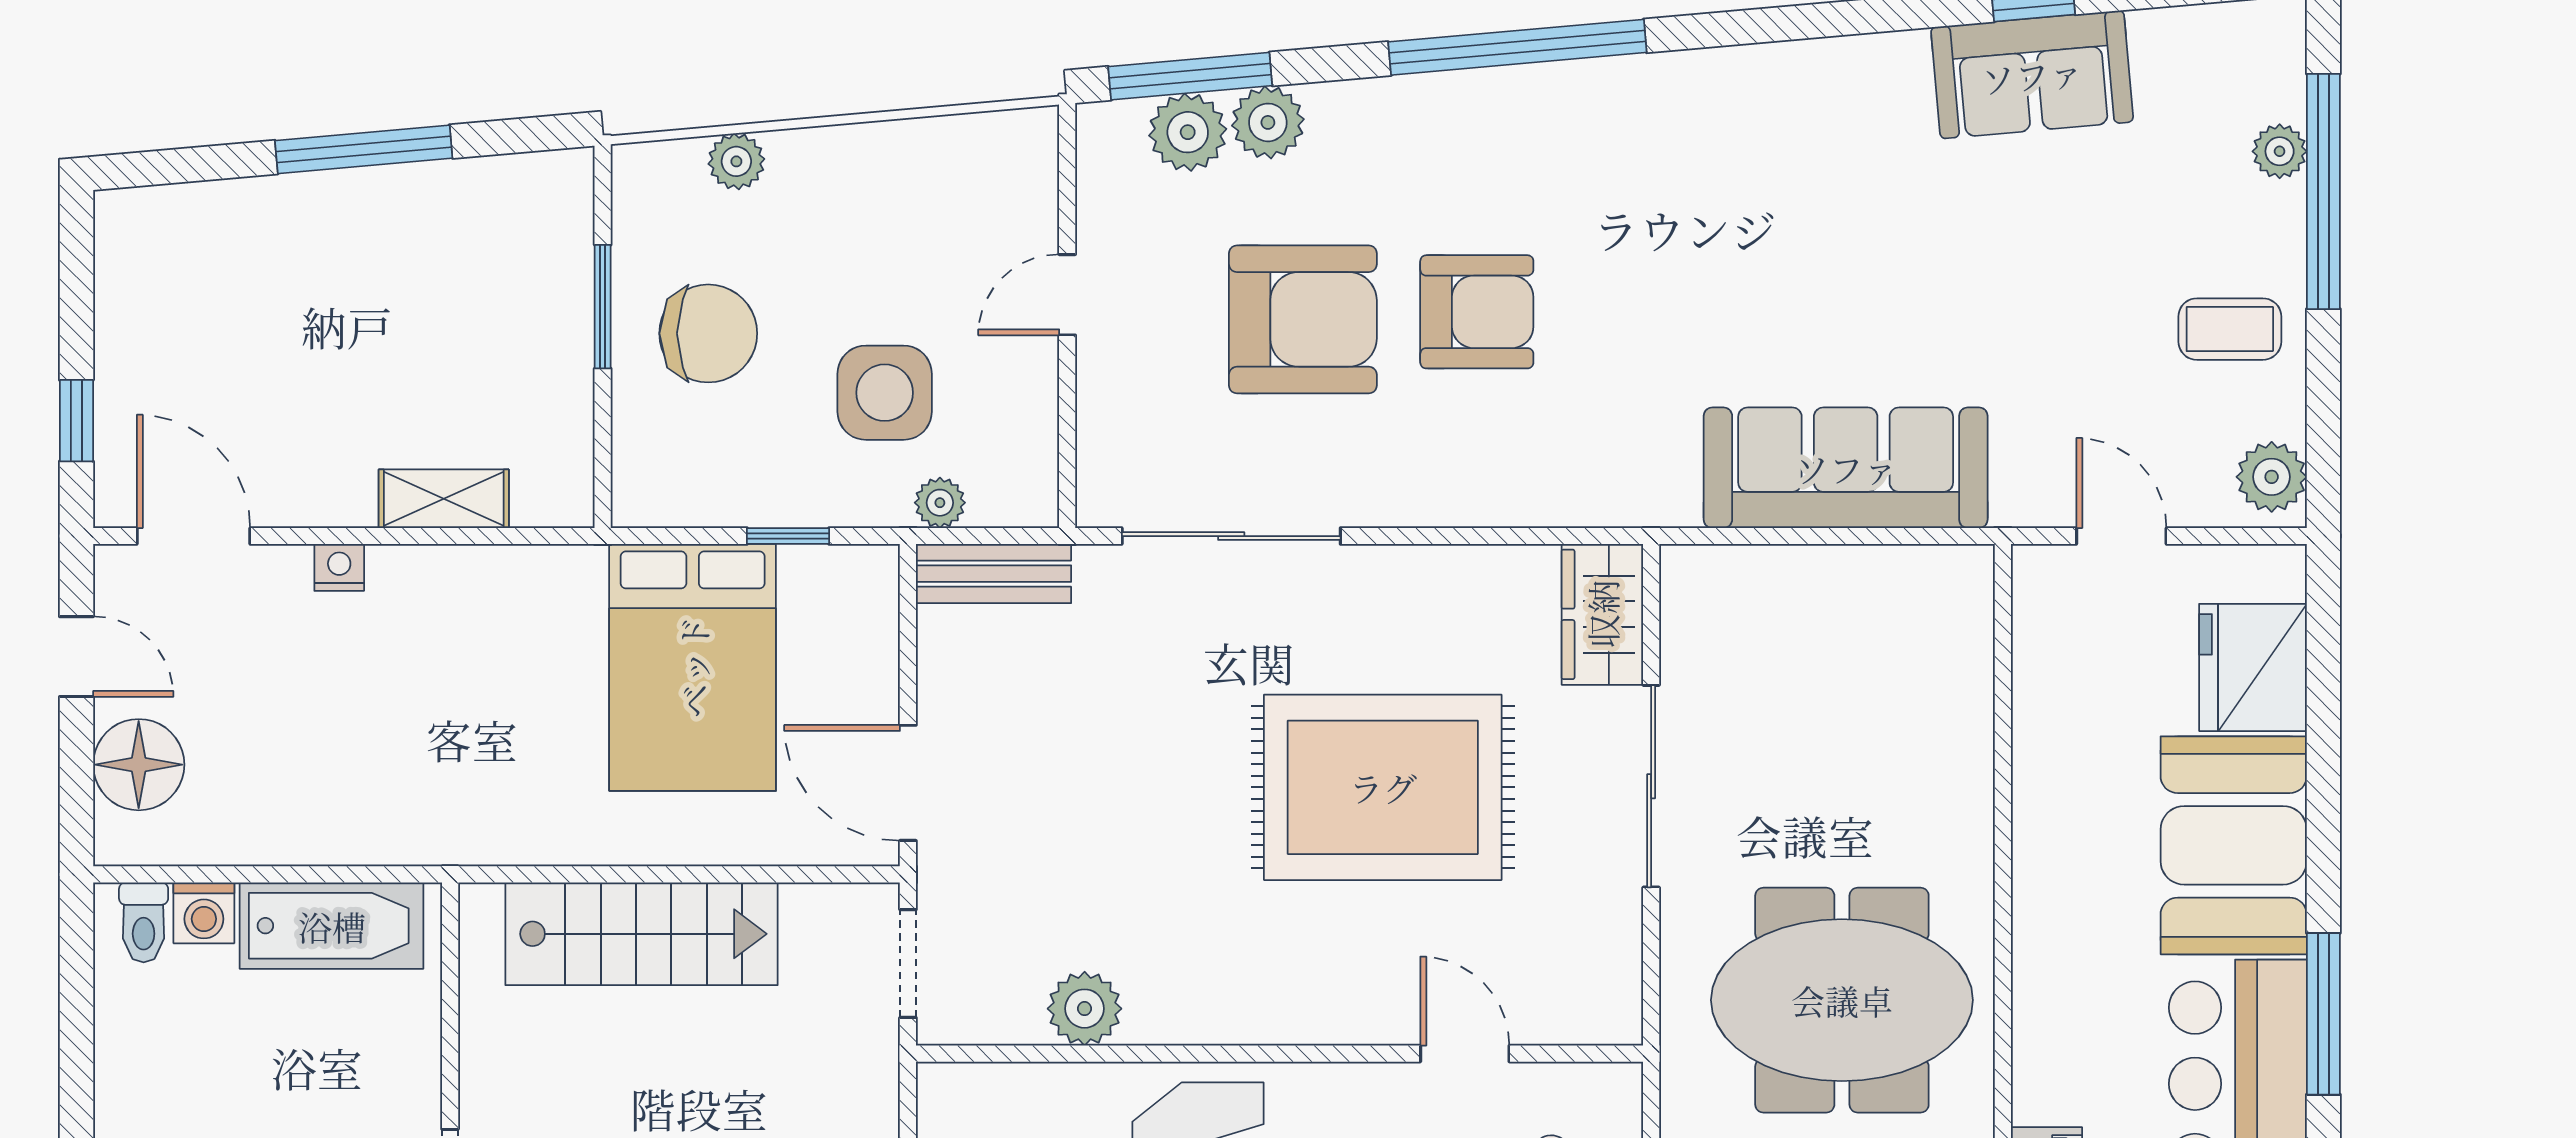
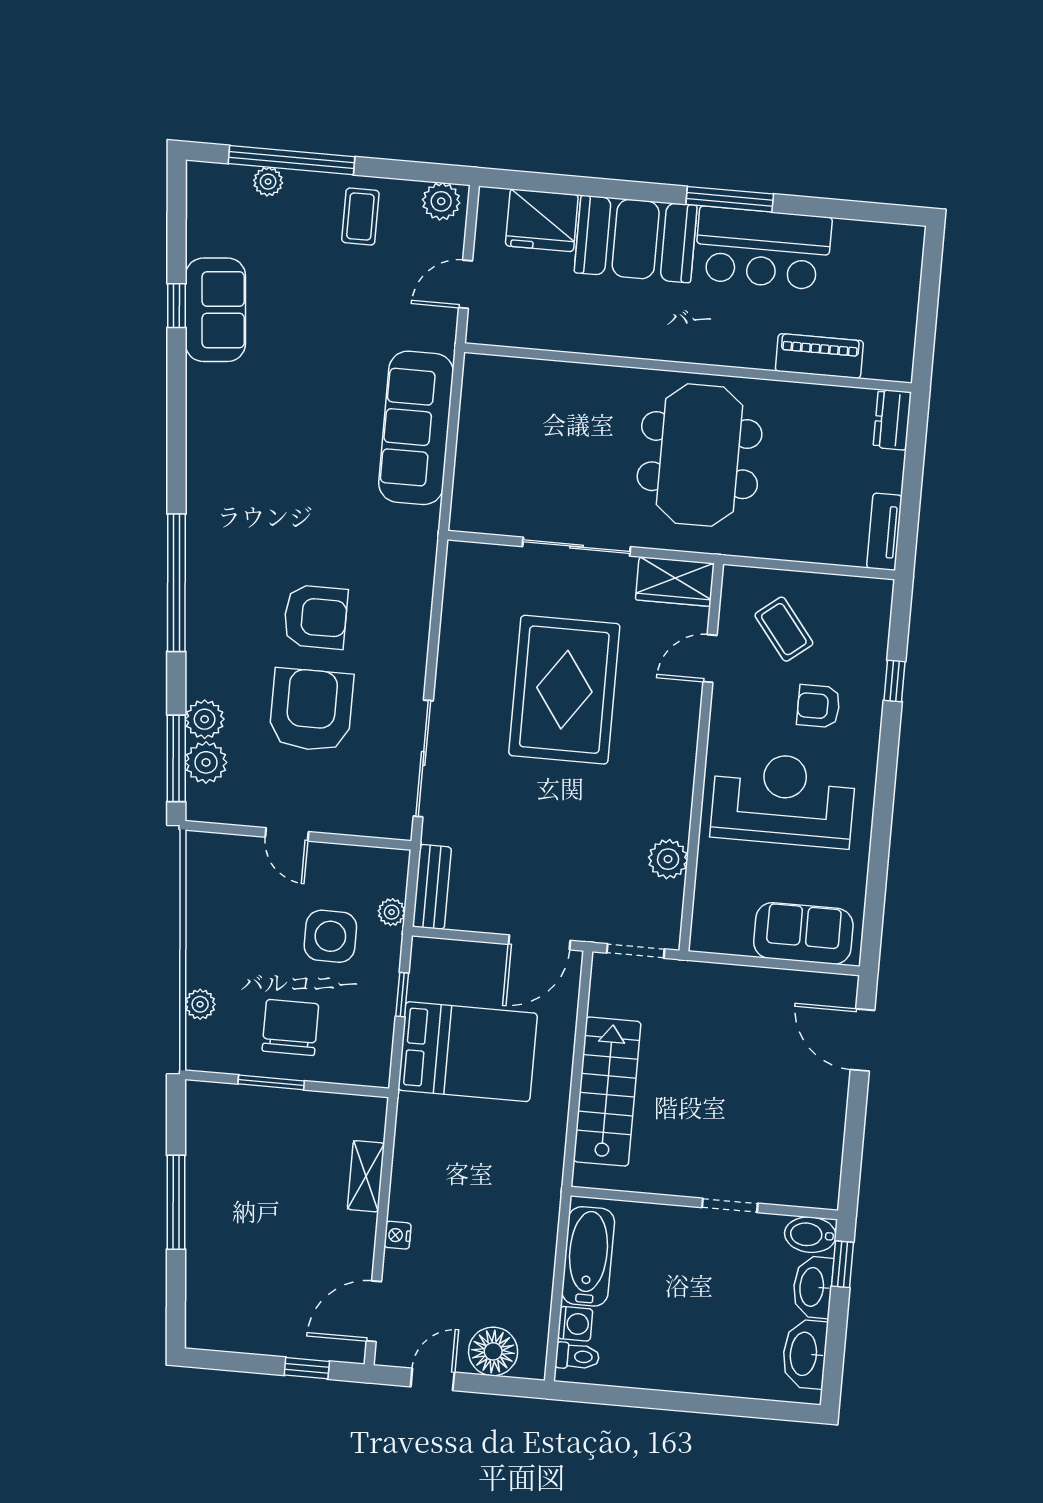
armchair: (1477, 312) -> (315, 617), turned 90
wardrobe: (1602, 614) -> (675, 582), moved

